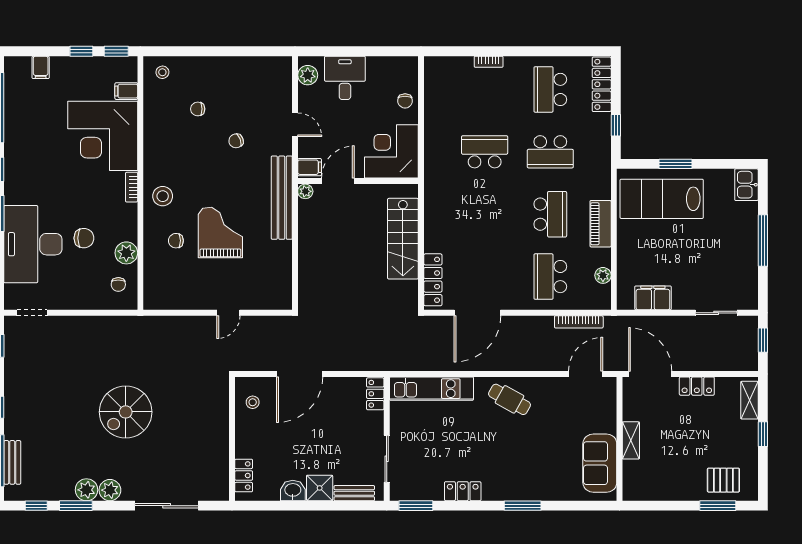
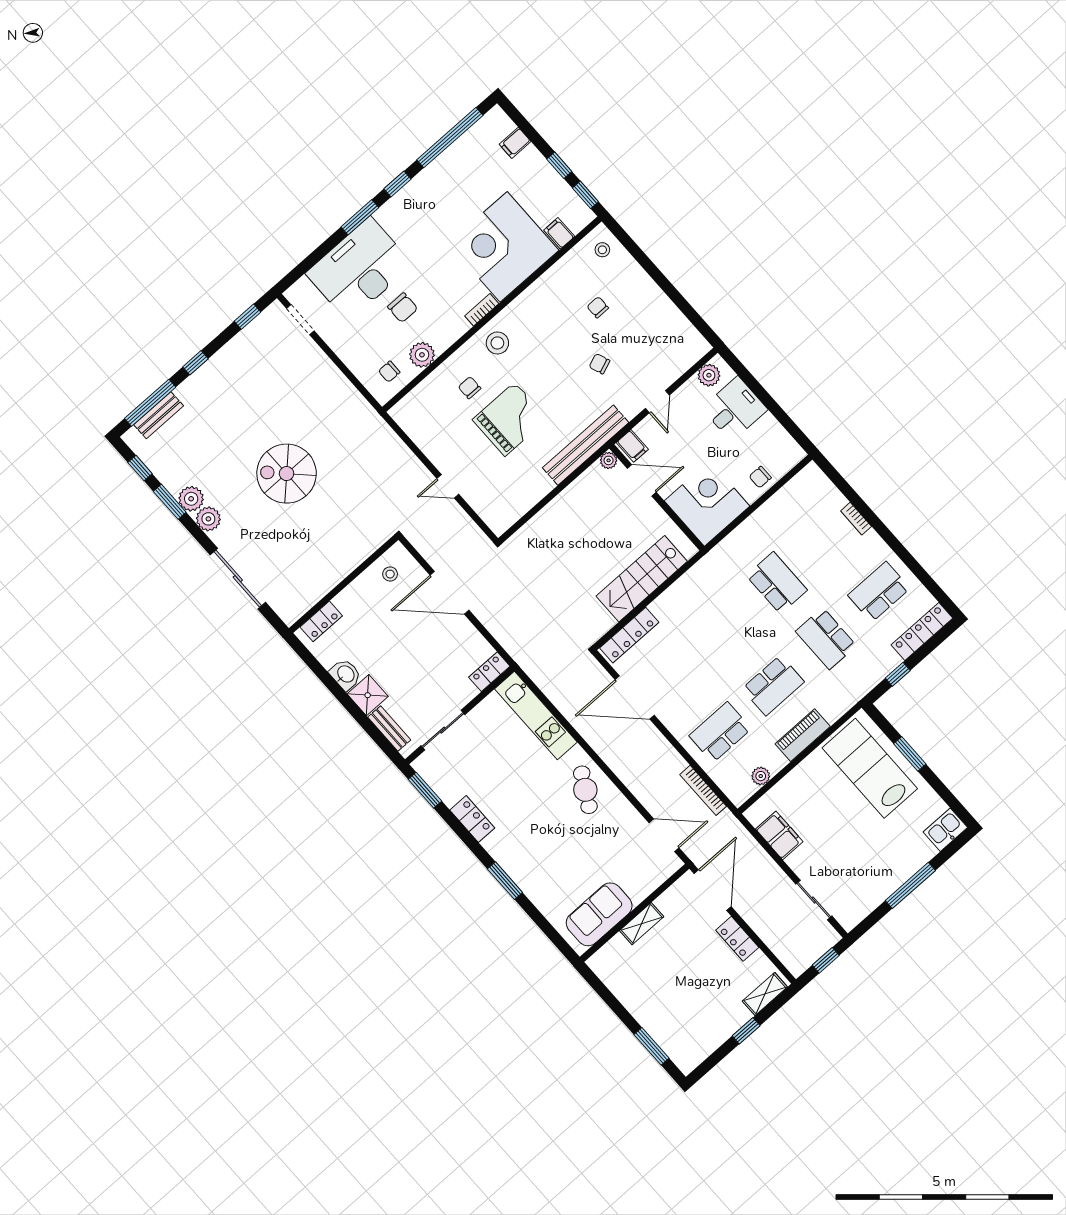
pallet: (723, 480) -> (677, 1032), removed

